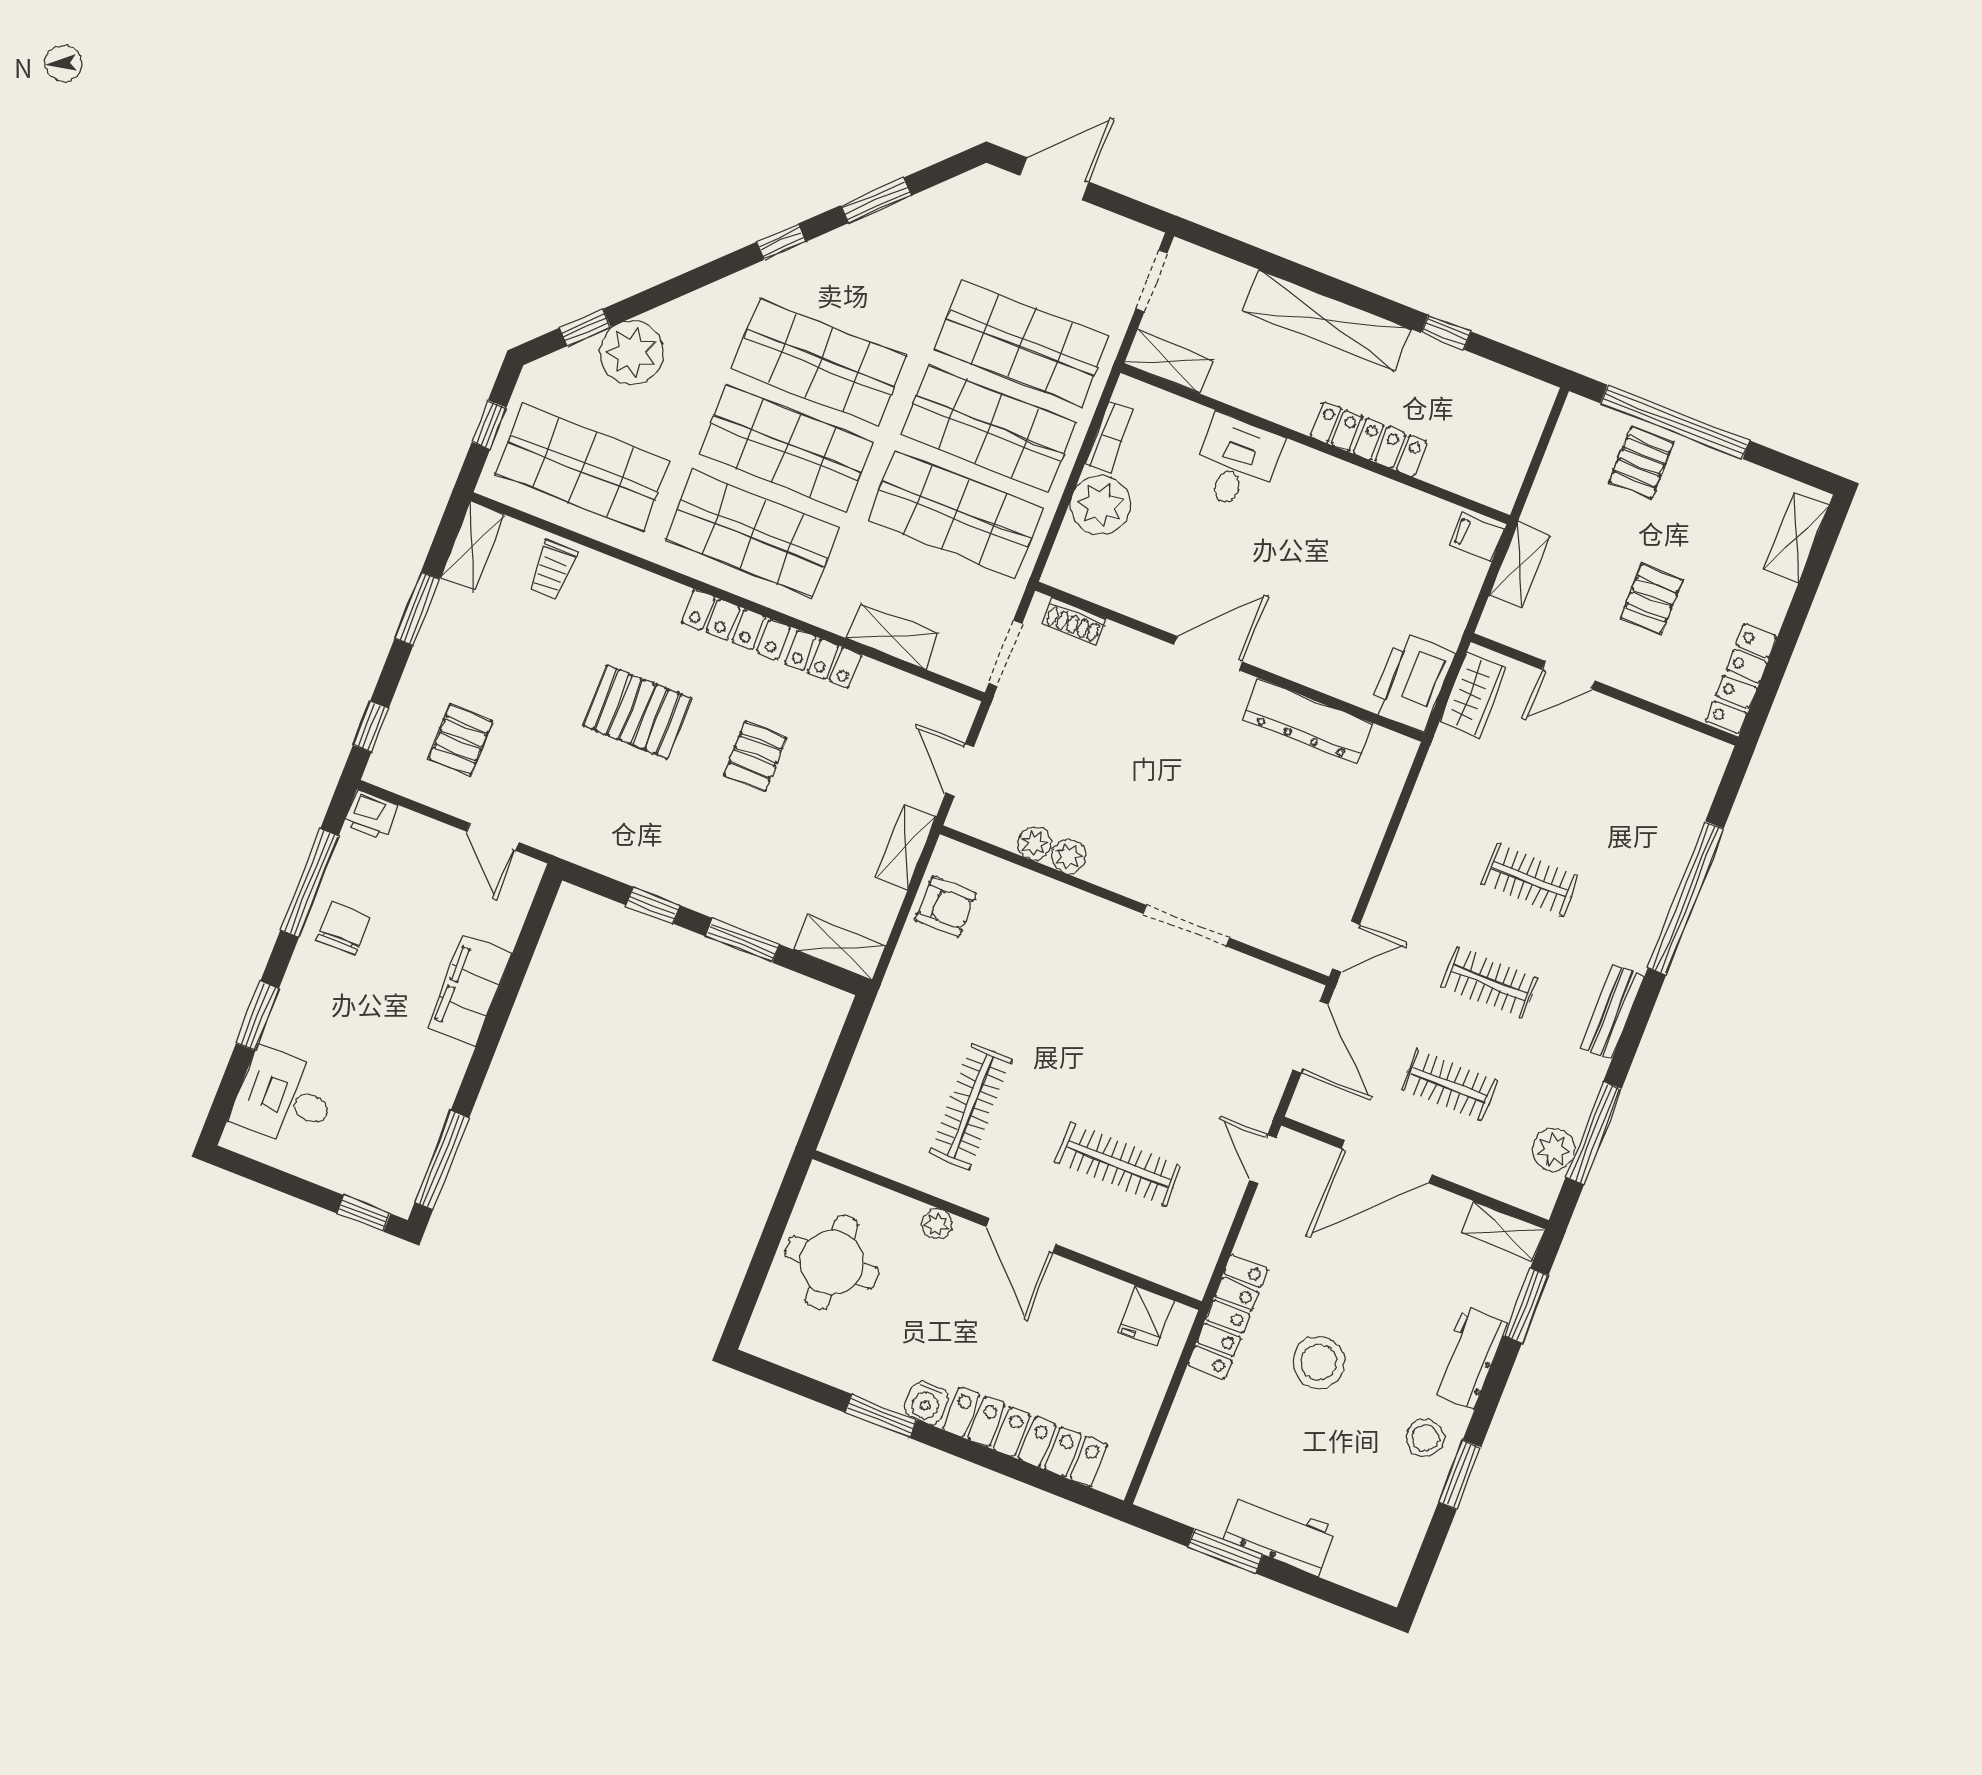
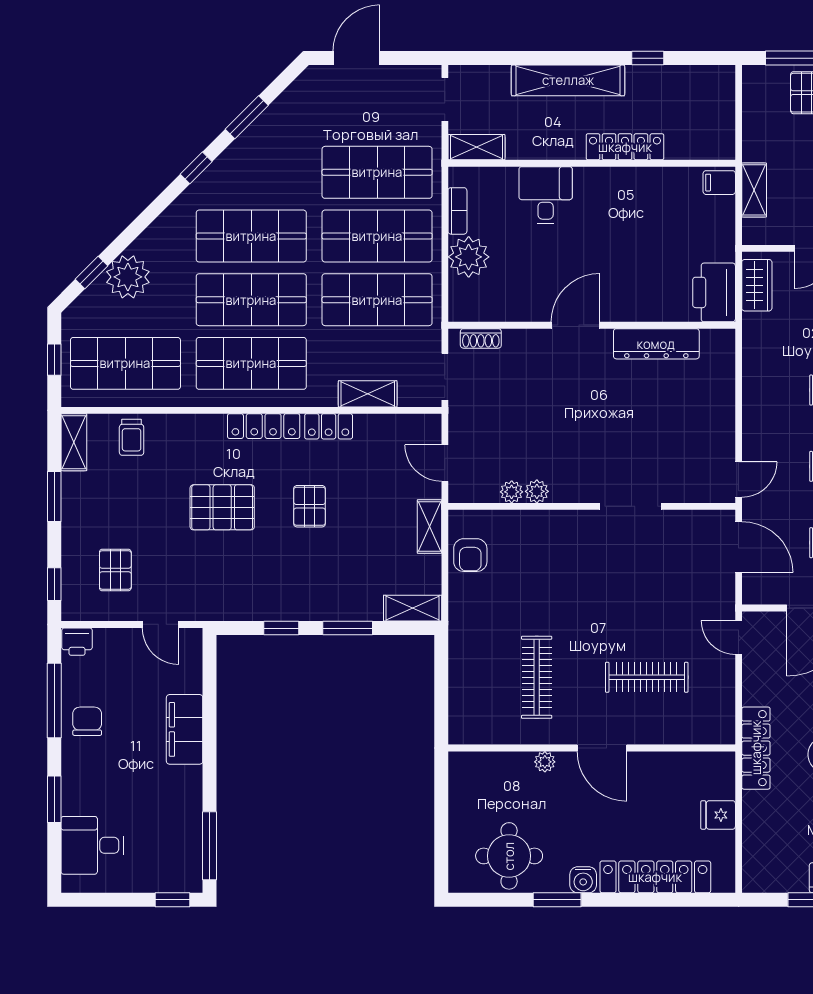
armchair: (946, 907) -> (470, 555), turned 90
round table: (832, 1263) -> (509, 856), moved
fridge: (1146, 1316) -> (718, 815), moved, turned 90

